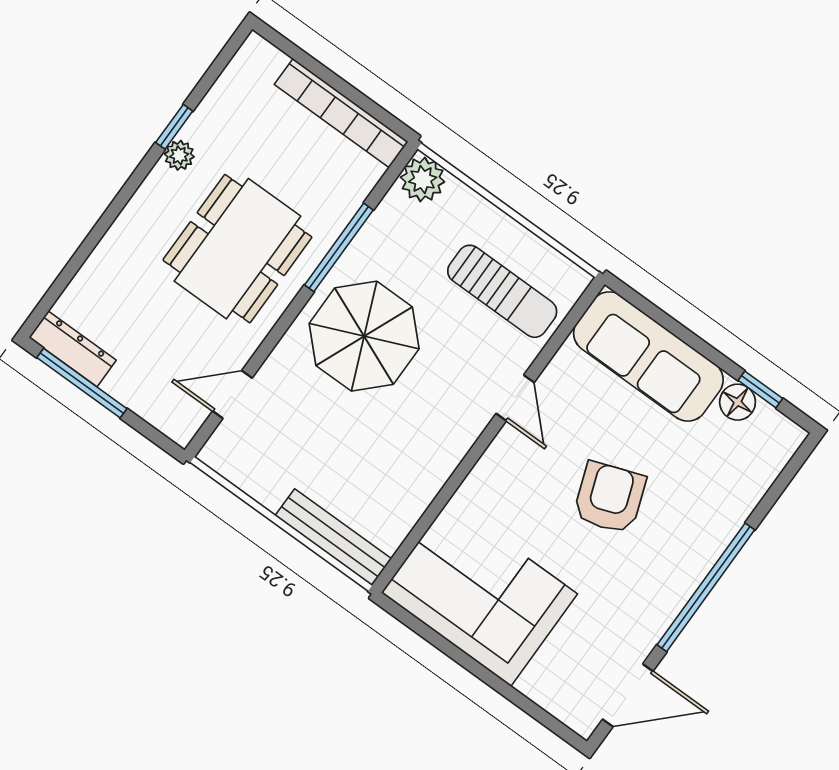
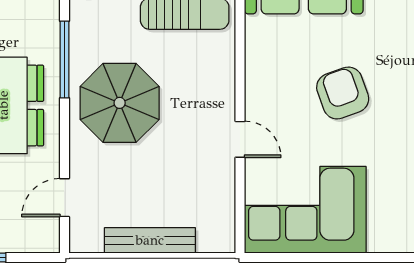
door: (515, 398) -> (240, 139), moved
bench: (333, 537) -> (150, 240), moved

